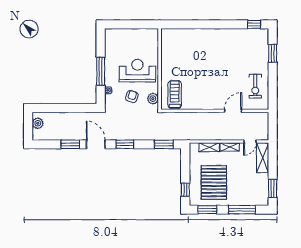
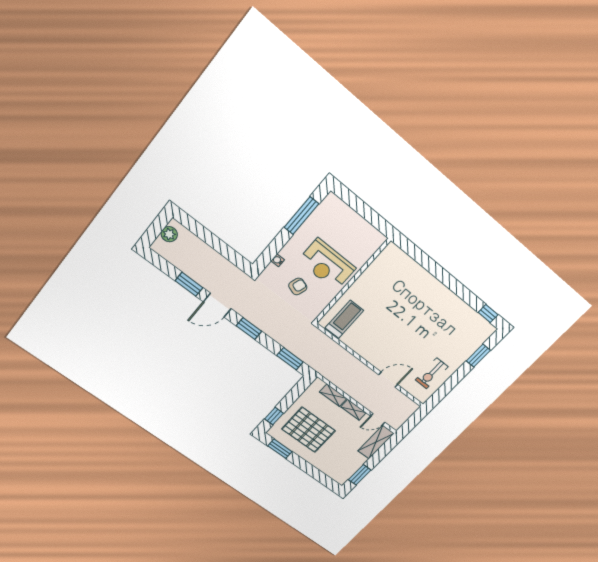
window: (101, 71) -> (301, 216), moved
reception desk: (137, 71) -> (327, 265), turned 180
plant: (153, 99) -> (318, 306), removed
door: (96, 144) -> (217, 305), swing flipped
pallet: (214, 182) -> (308, 430), turned 90
window: (242, 210) -> (314, 472), removed

